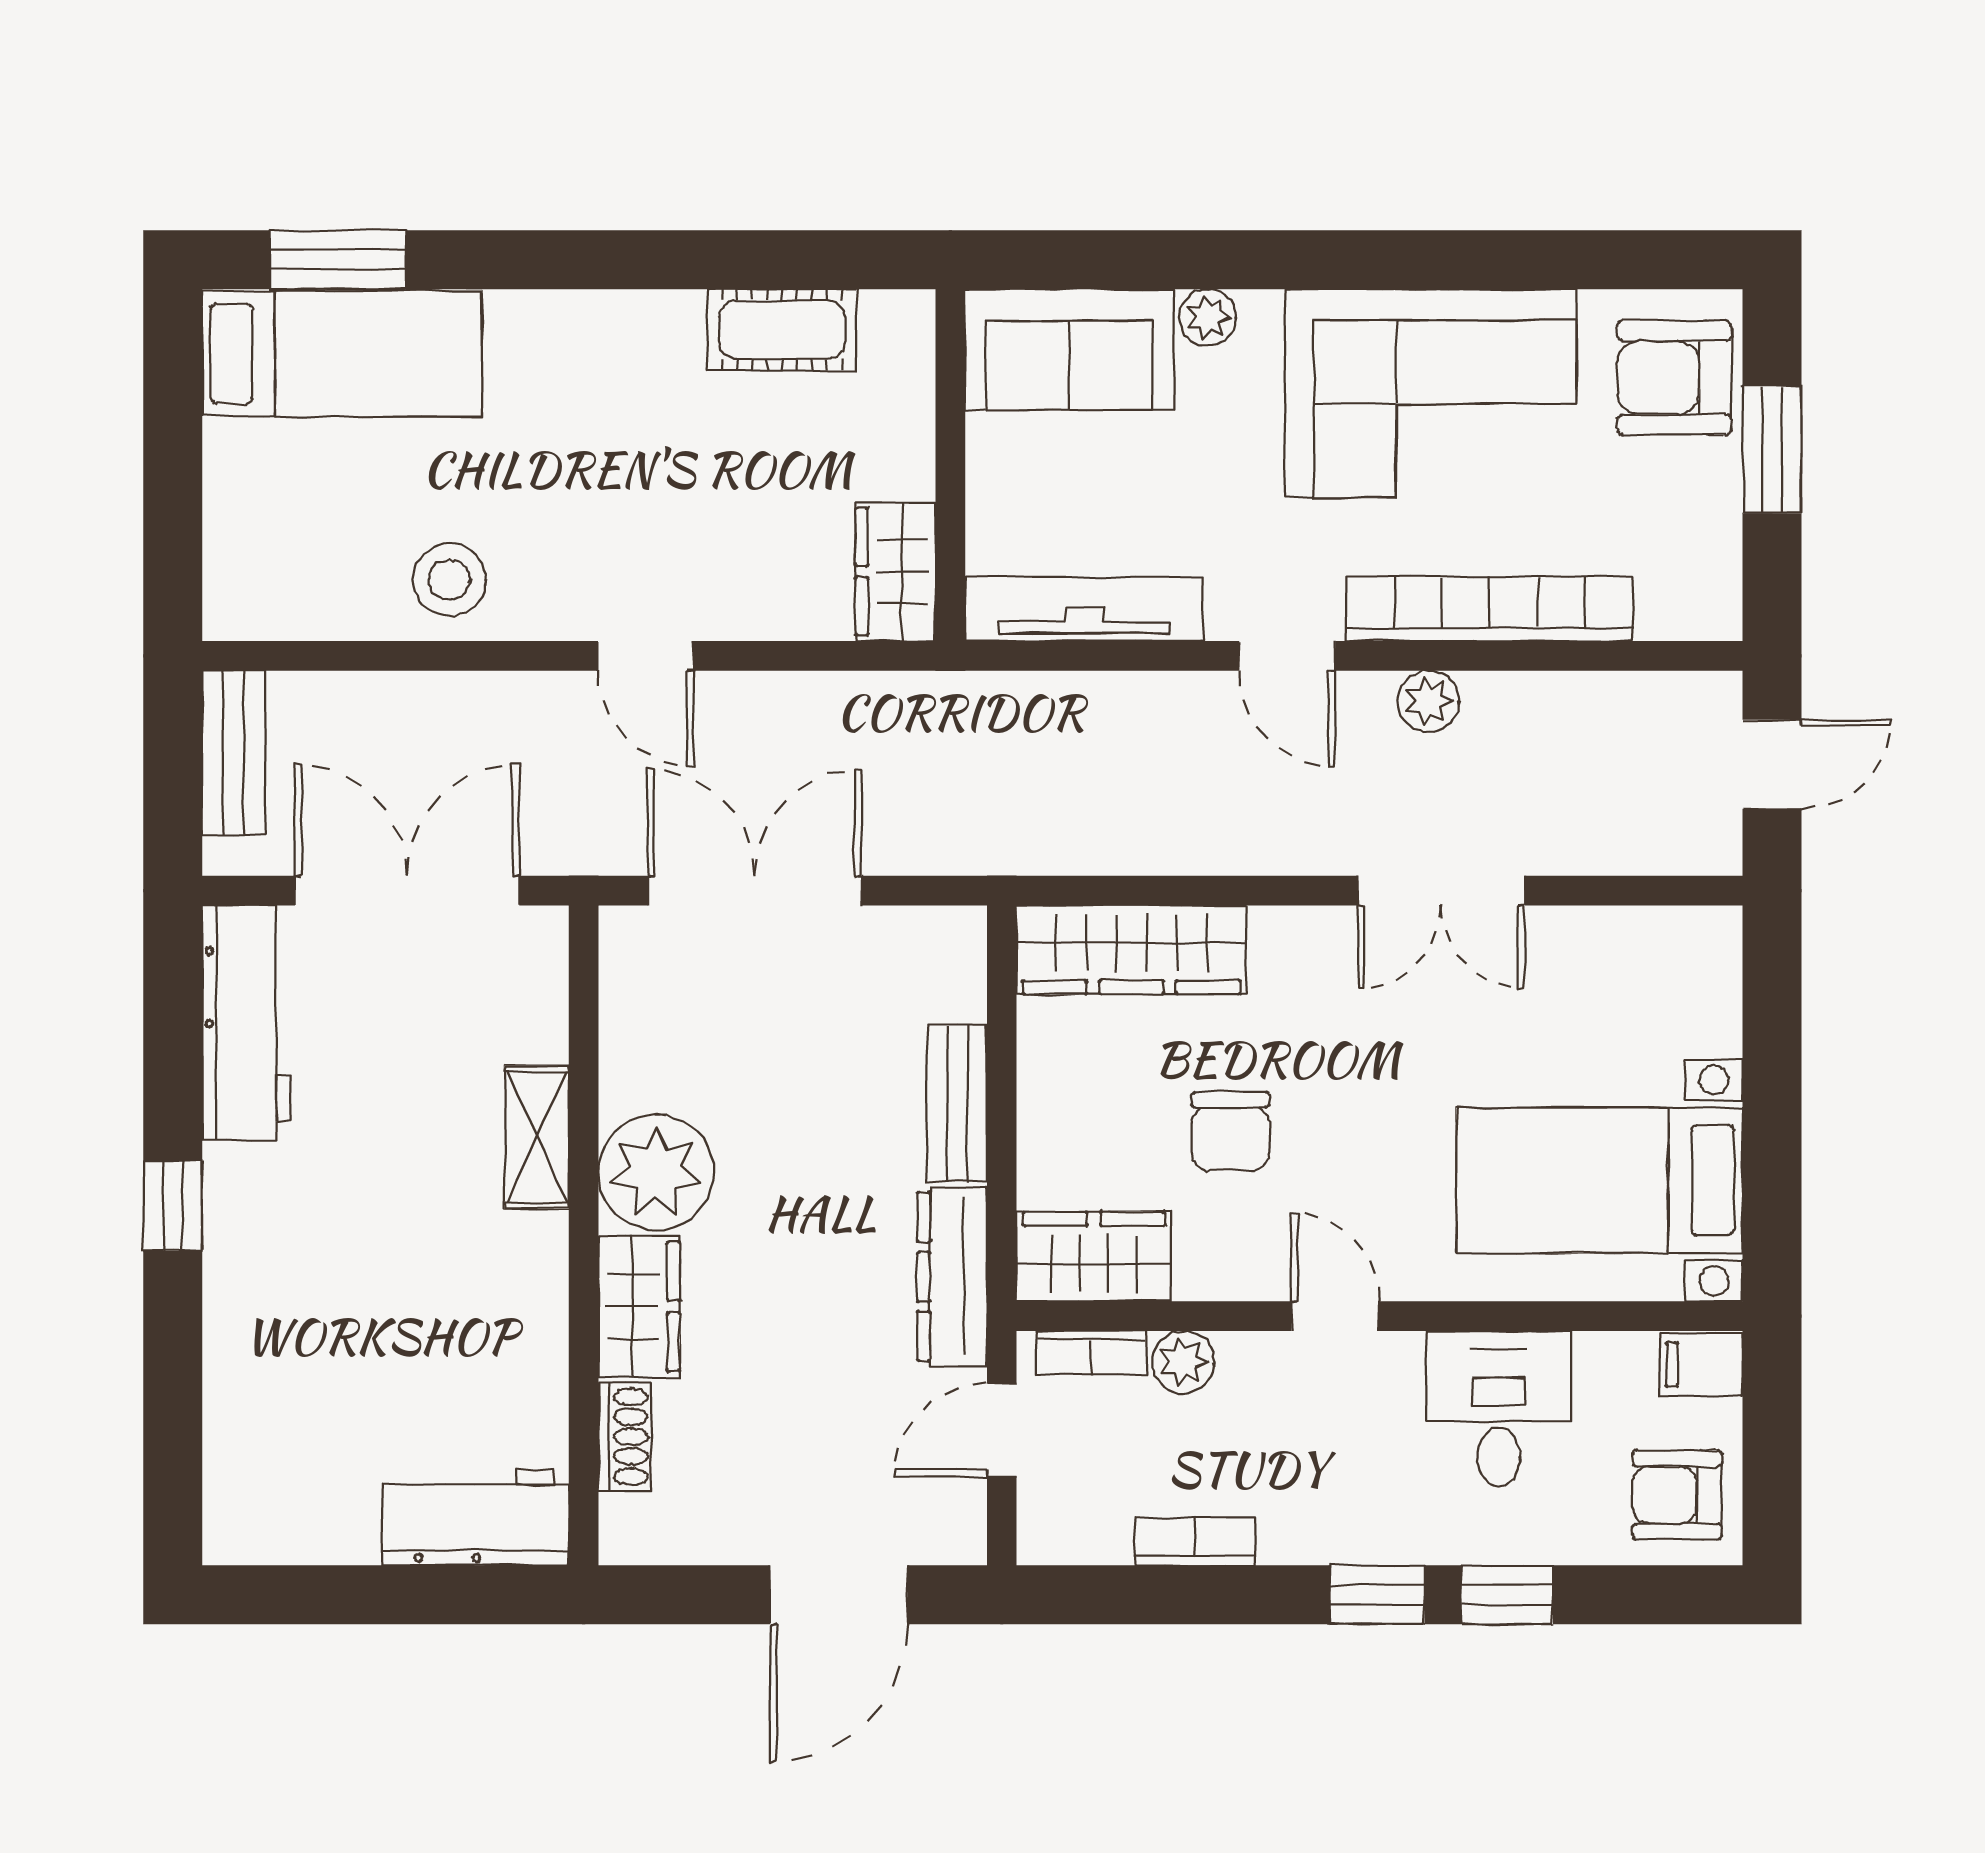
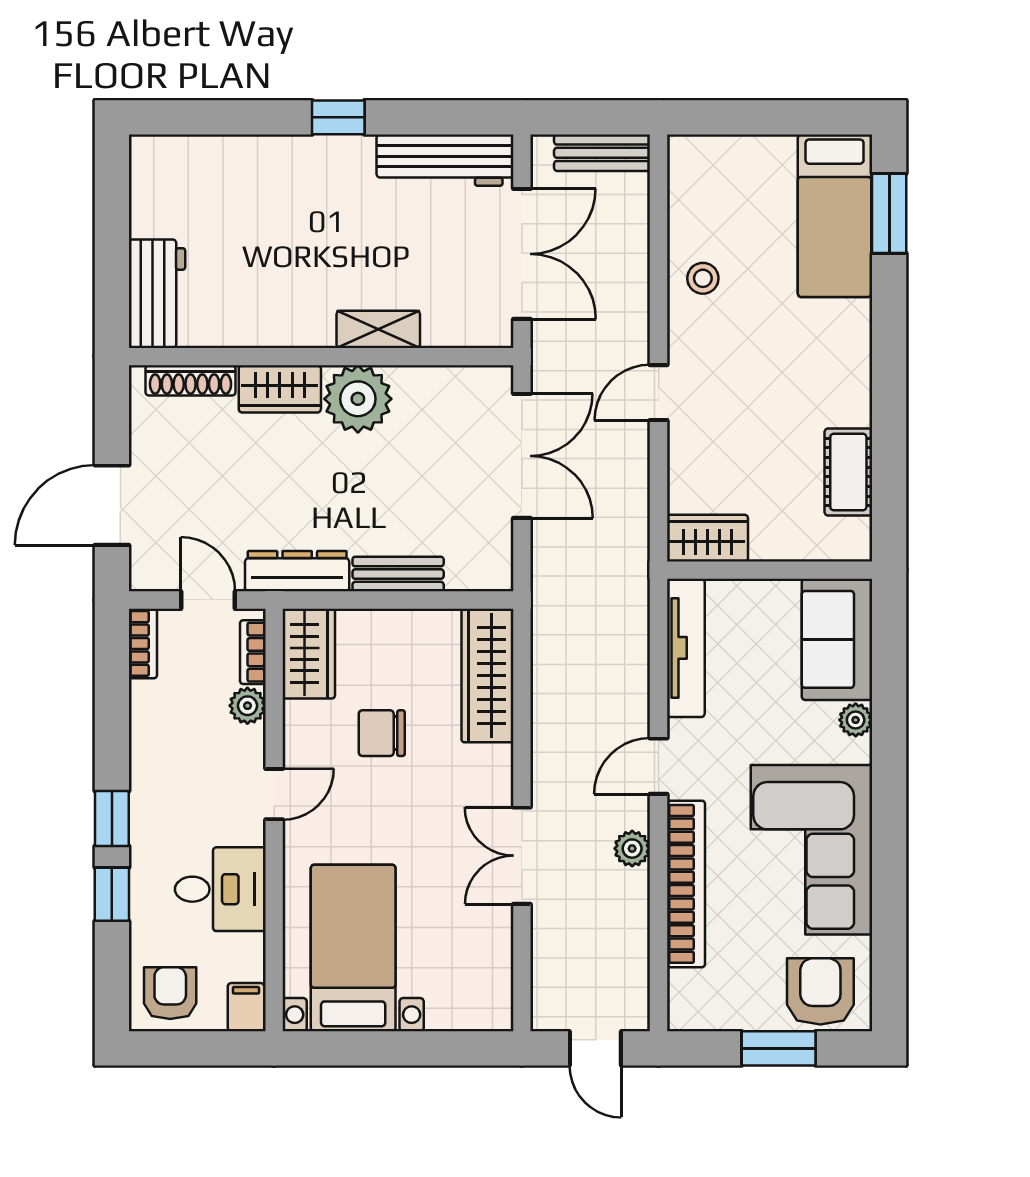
stool: (449, 580) -> (703, 278), width x0.73, depth x0.73
shoe rack: (625, 1437) -> (191, 380), width x1.43
bookcase: (1195, 1541) -> (143, 643), moved
door: (839, 1595) -> (112, 505), hinge flipped

